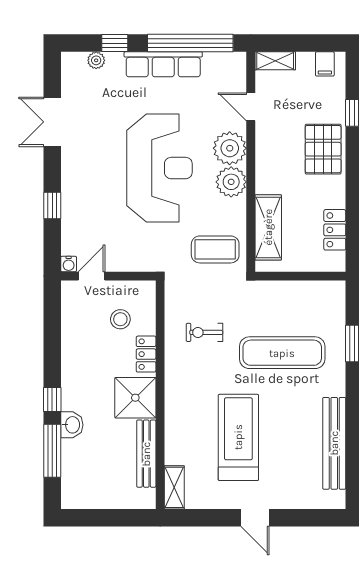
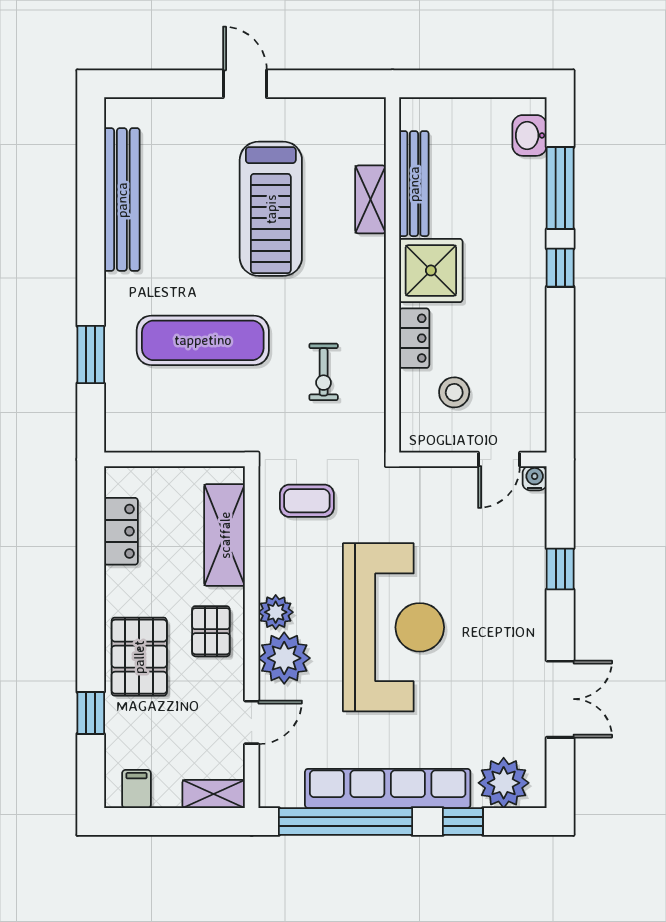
plant: (96, 60) -> (504, 783), width x1.88, depth x1.88
row of seats: (163, 64) -> (388, 788), width x1.36
door: (251, 107) -> (252, 722), hinge flipped
pallet: (277, 166) -> (211, 631), added
reception desk: (159, 168) -> (393, 627), turned 180
plant: (231, 182) -> (276, 612), width x0.73, depth x0.73
coffee table: (215, 249) -> (307, 501), width x0.73, depth x0.77
exercise bike: (204, 332) -> (324, 372), turned 90
washbasin: (72, 425) -> (530, 135), moved
shelving: (174, 487) -> (371, 199), moved

